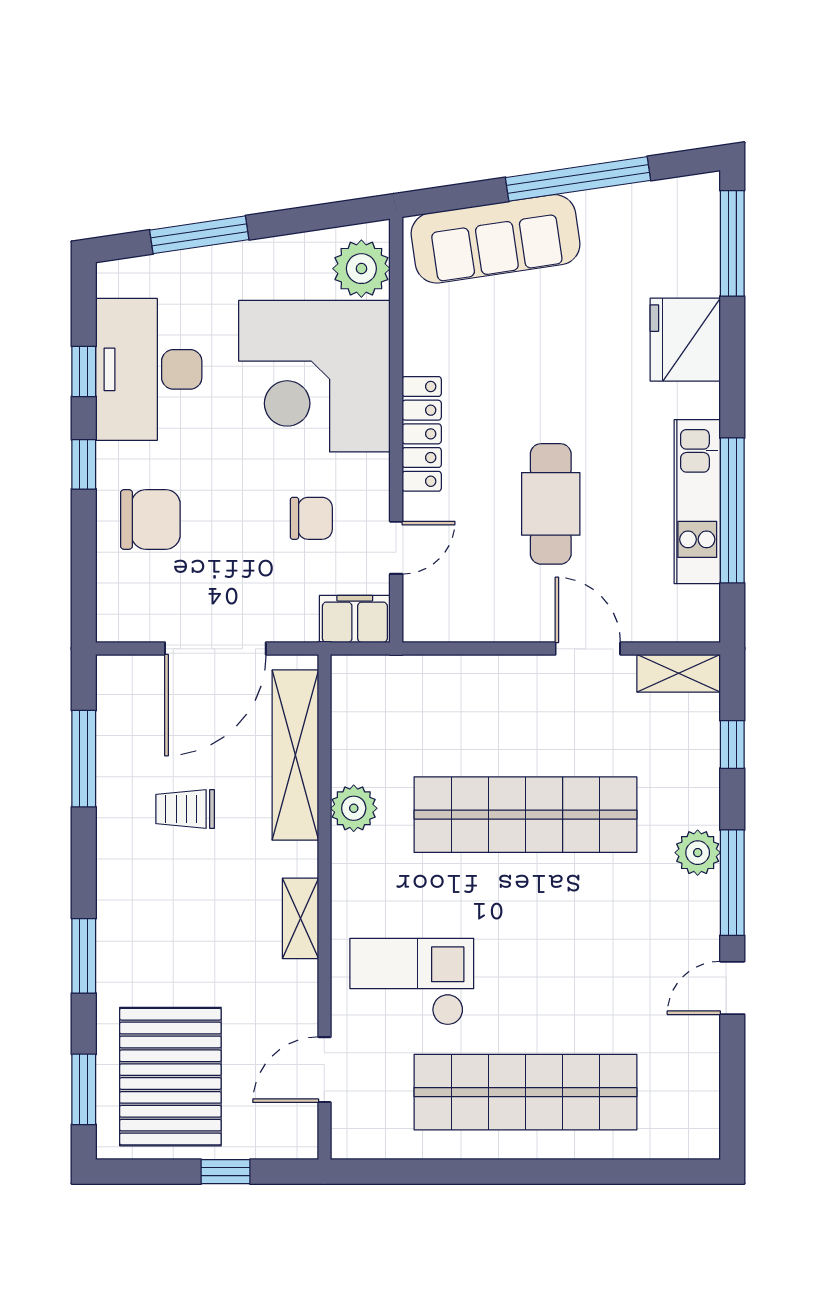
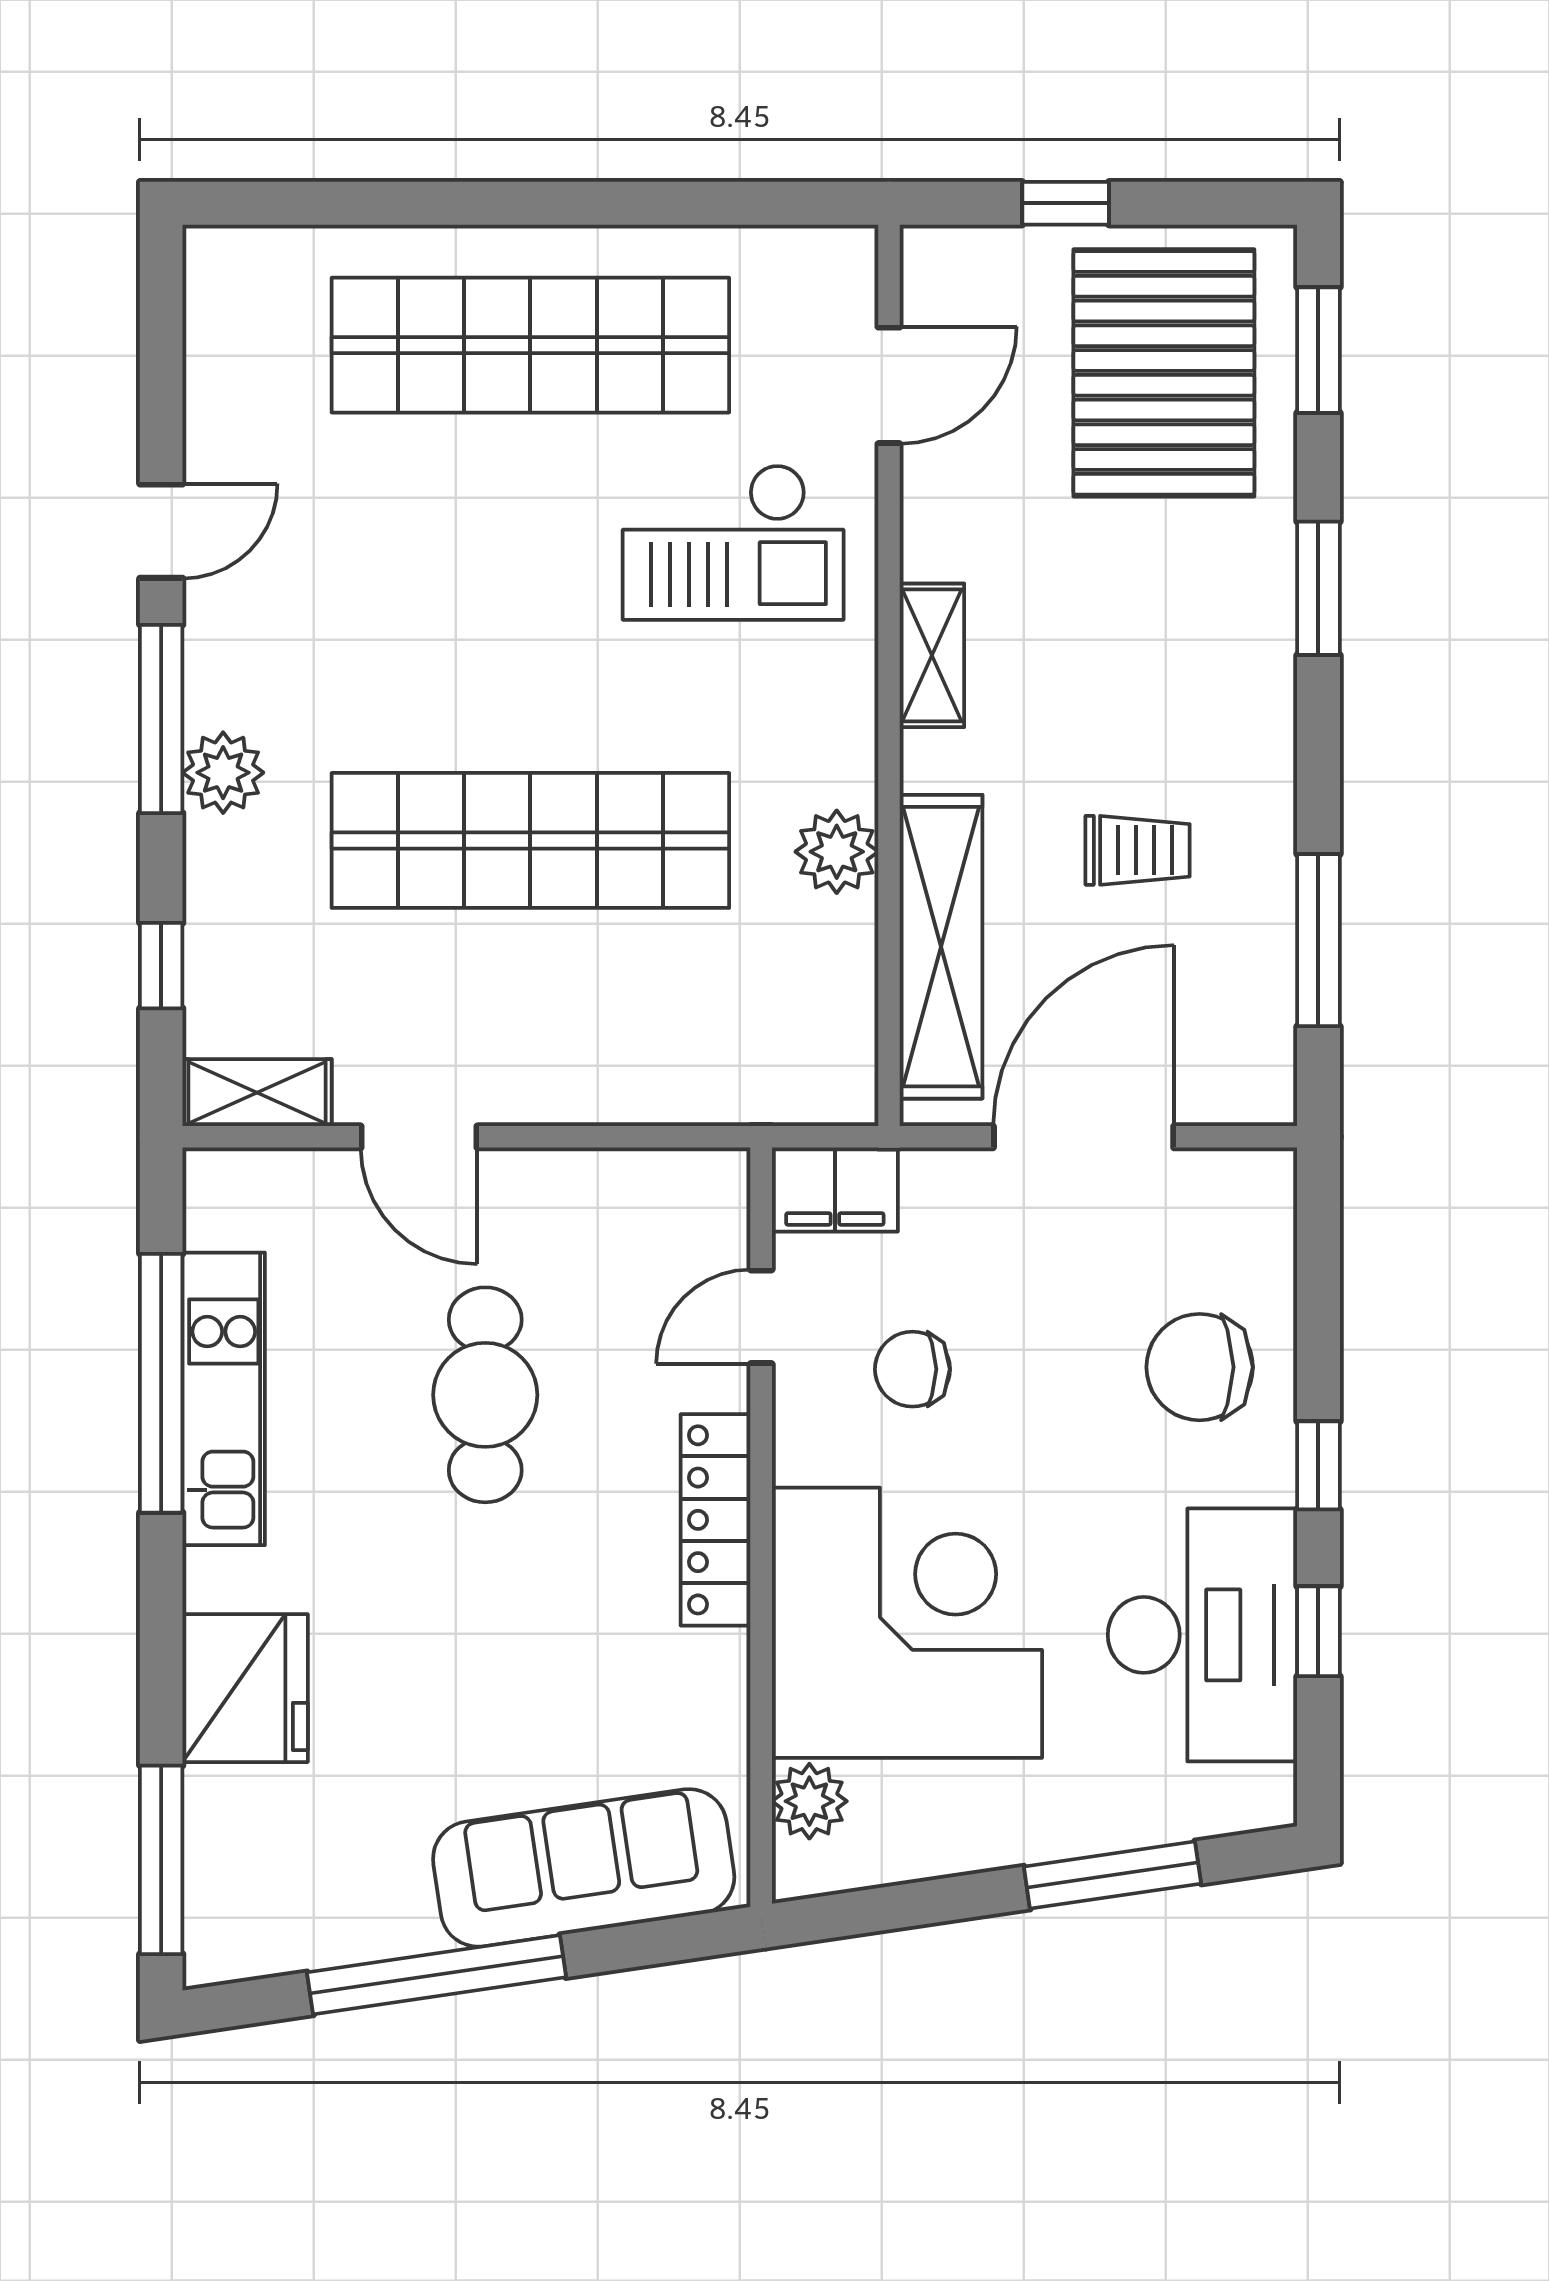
plant: (361, 269) -> (809, 1801), width x0.73, depth x0.73

